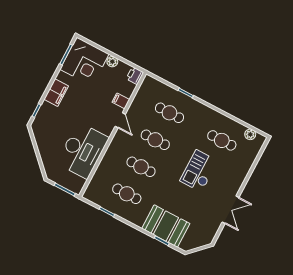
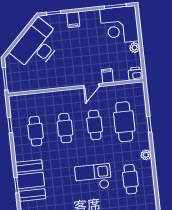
filing cabinet: (56, 93) -> (73, 20), width x0.50
cafe table: (169, 113) -> (124, 122), width x1.37, depth x1.35
plant: (250, 134) -> (146, 155), moved
desk: (83, 150) -> (37, 45), moved, turned 135

